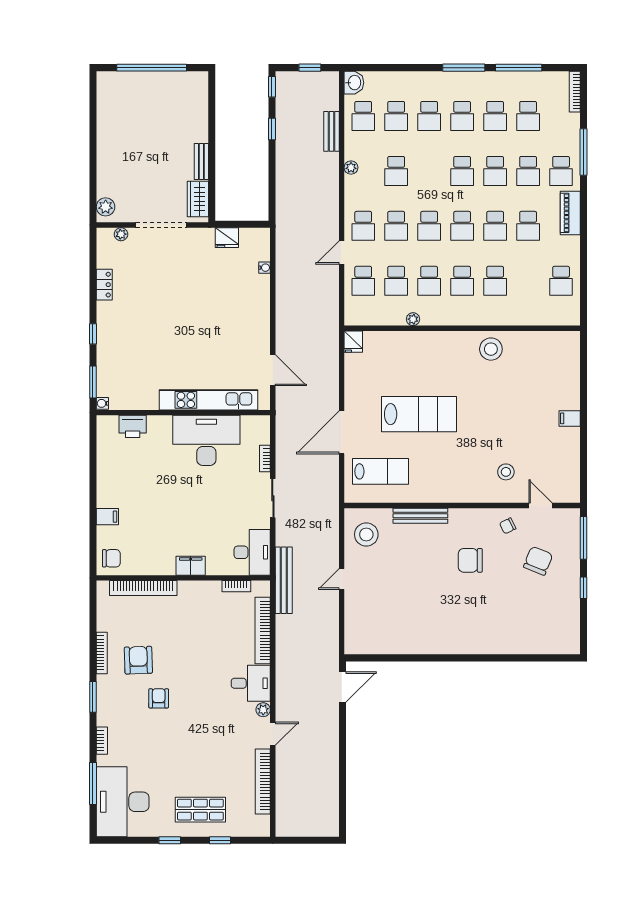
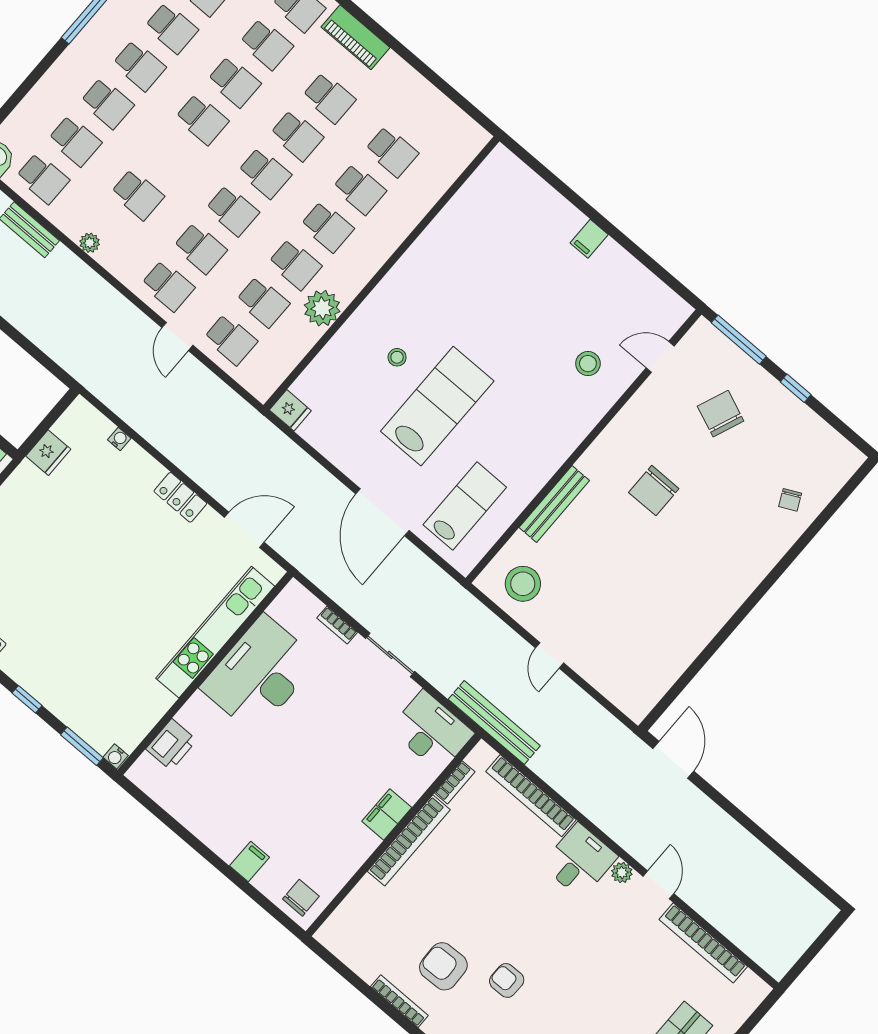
school desk: (561, 281) -> (392, 152), moved
plant: (413, 319) -> (322, 308), width x1.87, depth x1.87
locker: (262, 324) -> (180, 497), added
stool: (491, 349) -> (397, 357), moved, width x0.53, depth x0.53
chair: (508, 526) -> (790, 500), moved
bookcase: (143, 588) -> (409, 840), moved

